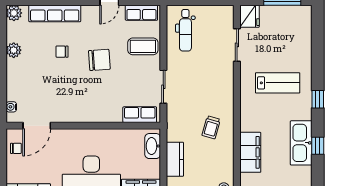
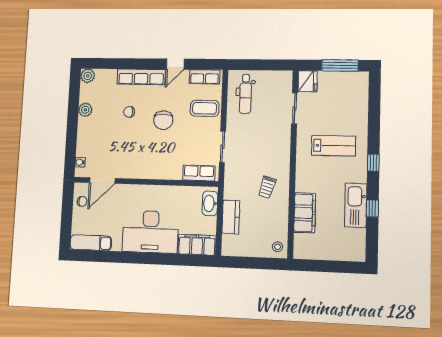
row of seats: (55, 13) -> (141, 77), moved
chair: (99, 60) -> (163, 120), turned 94

